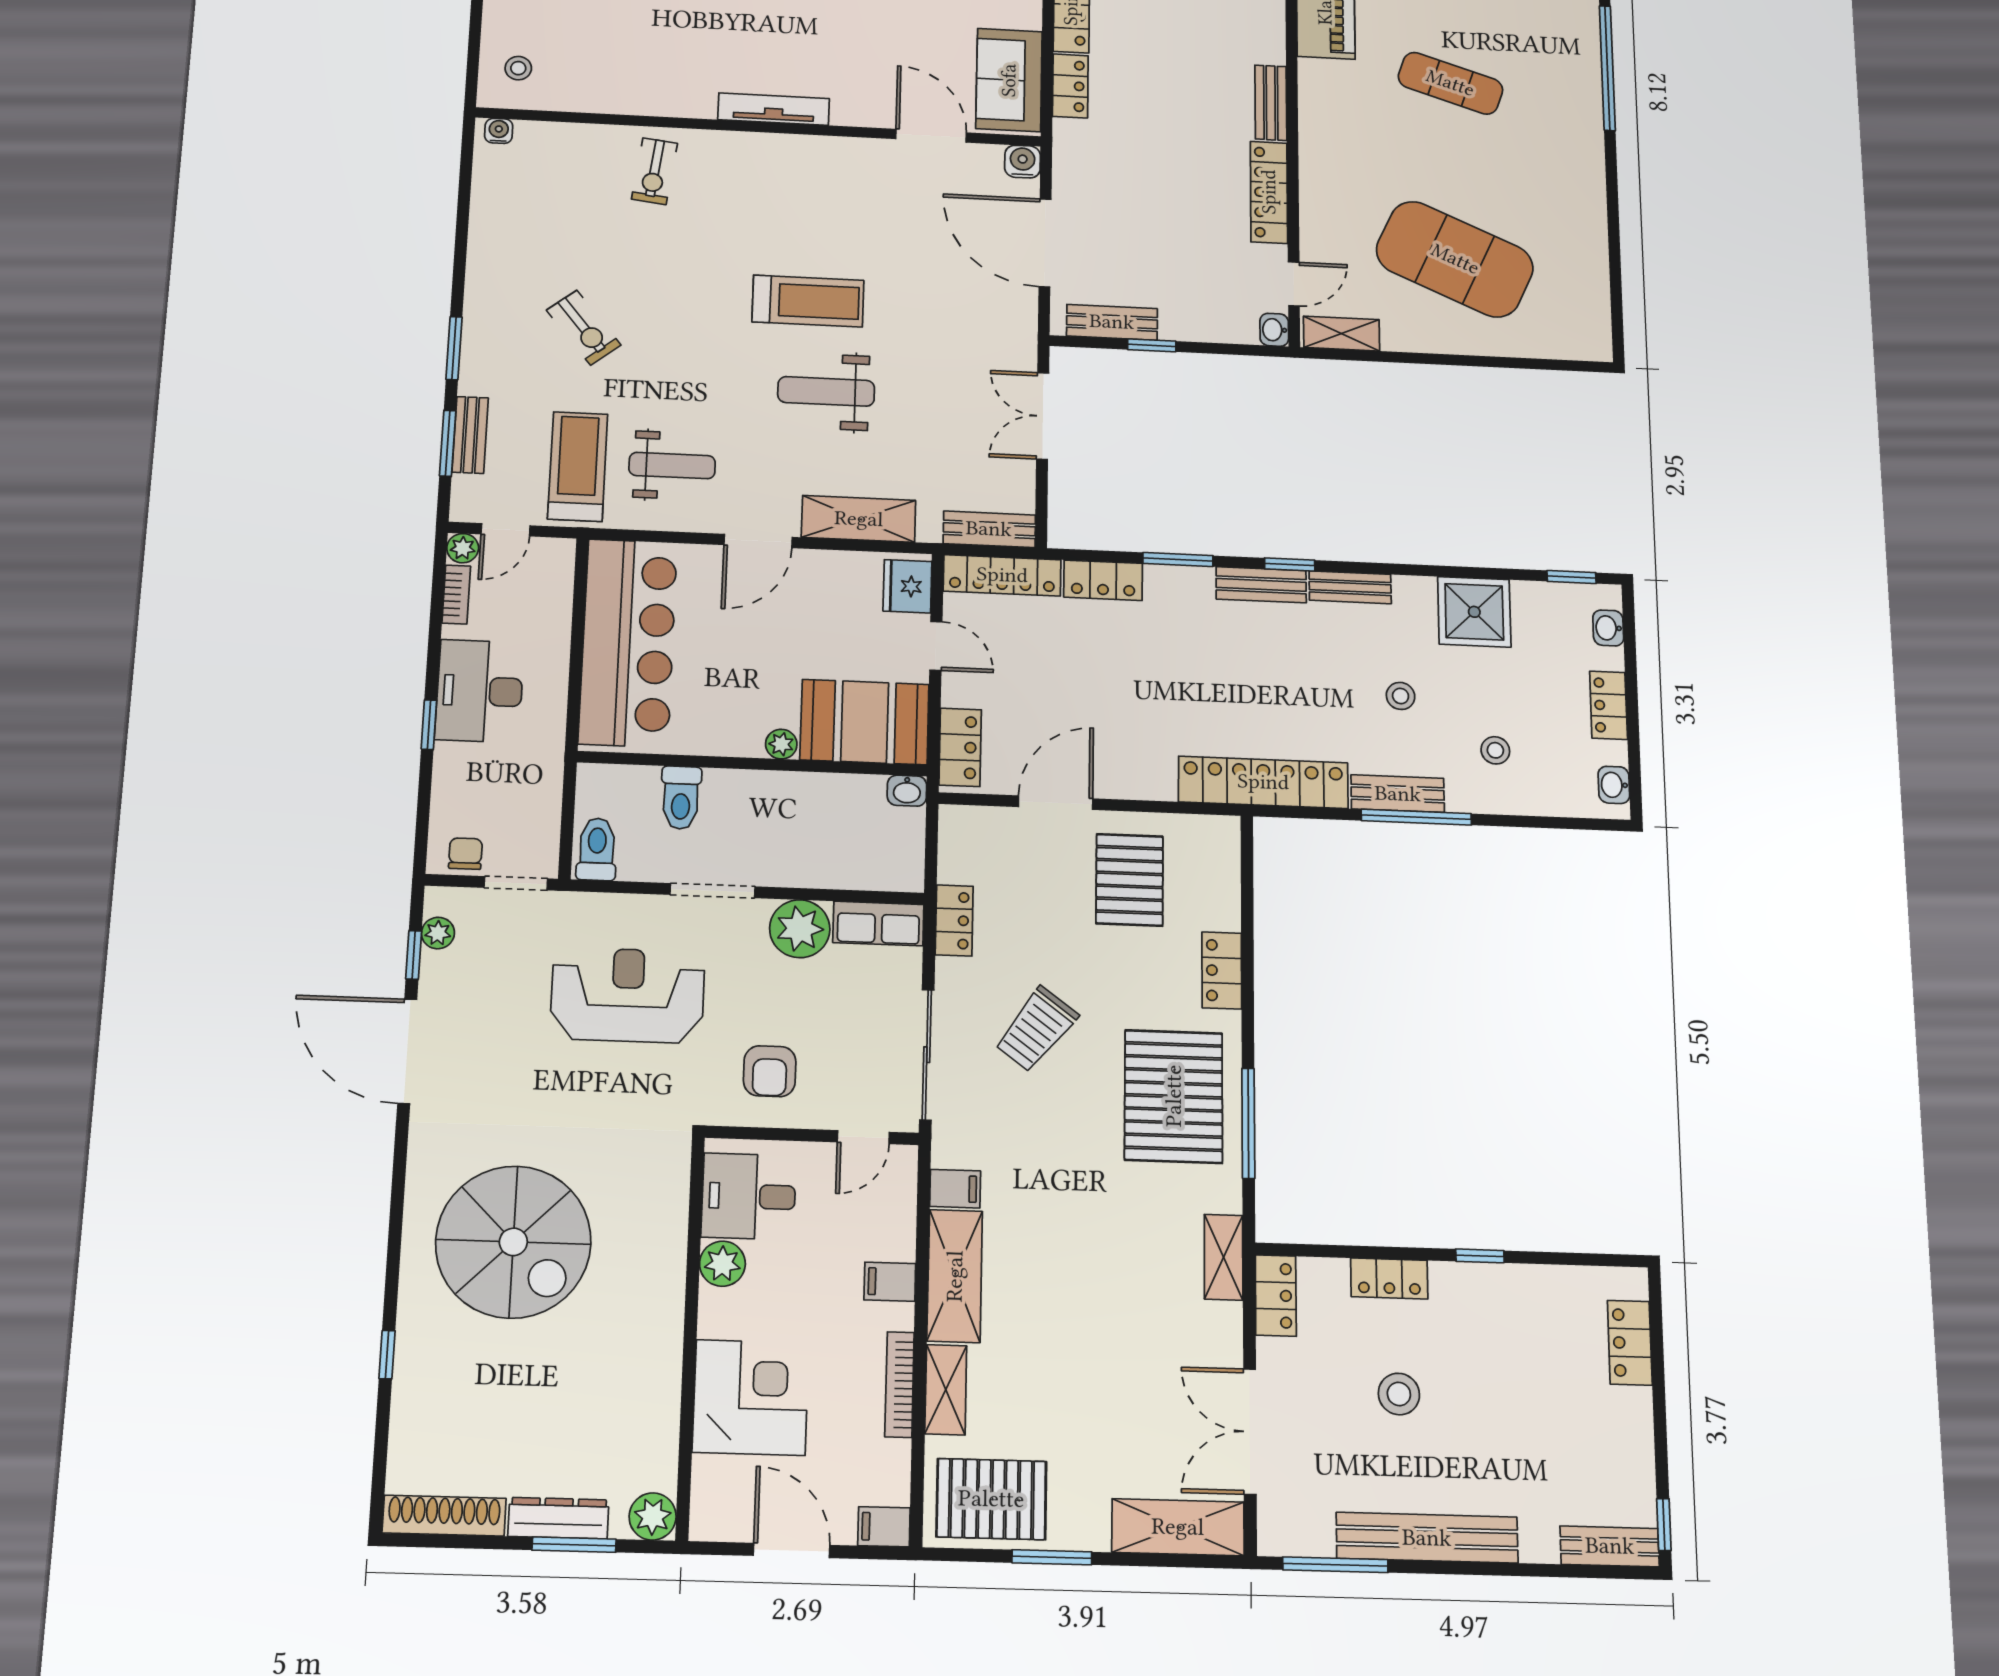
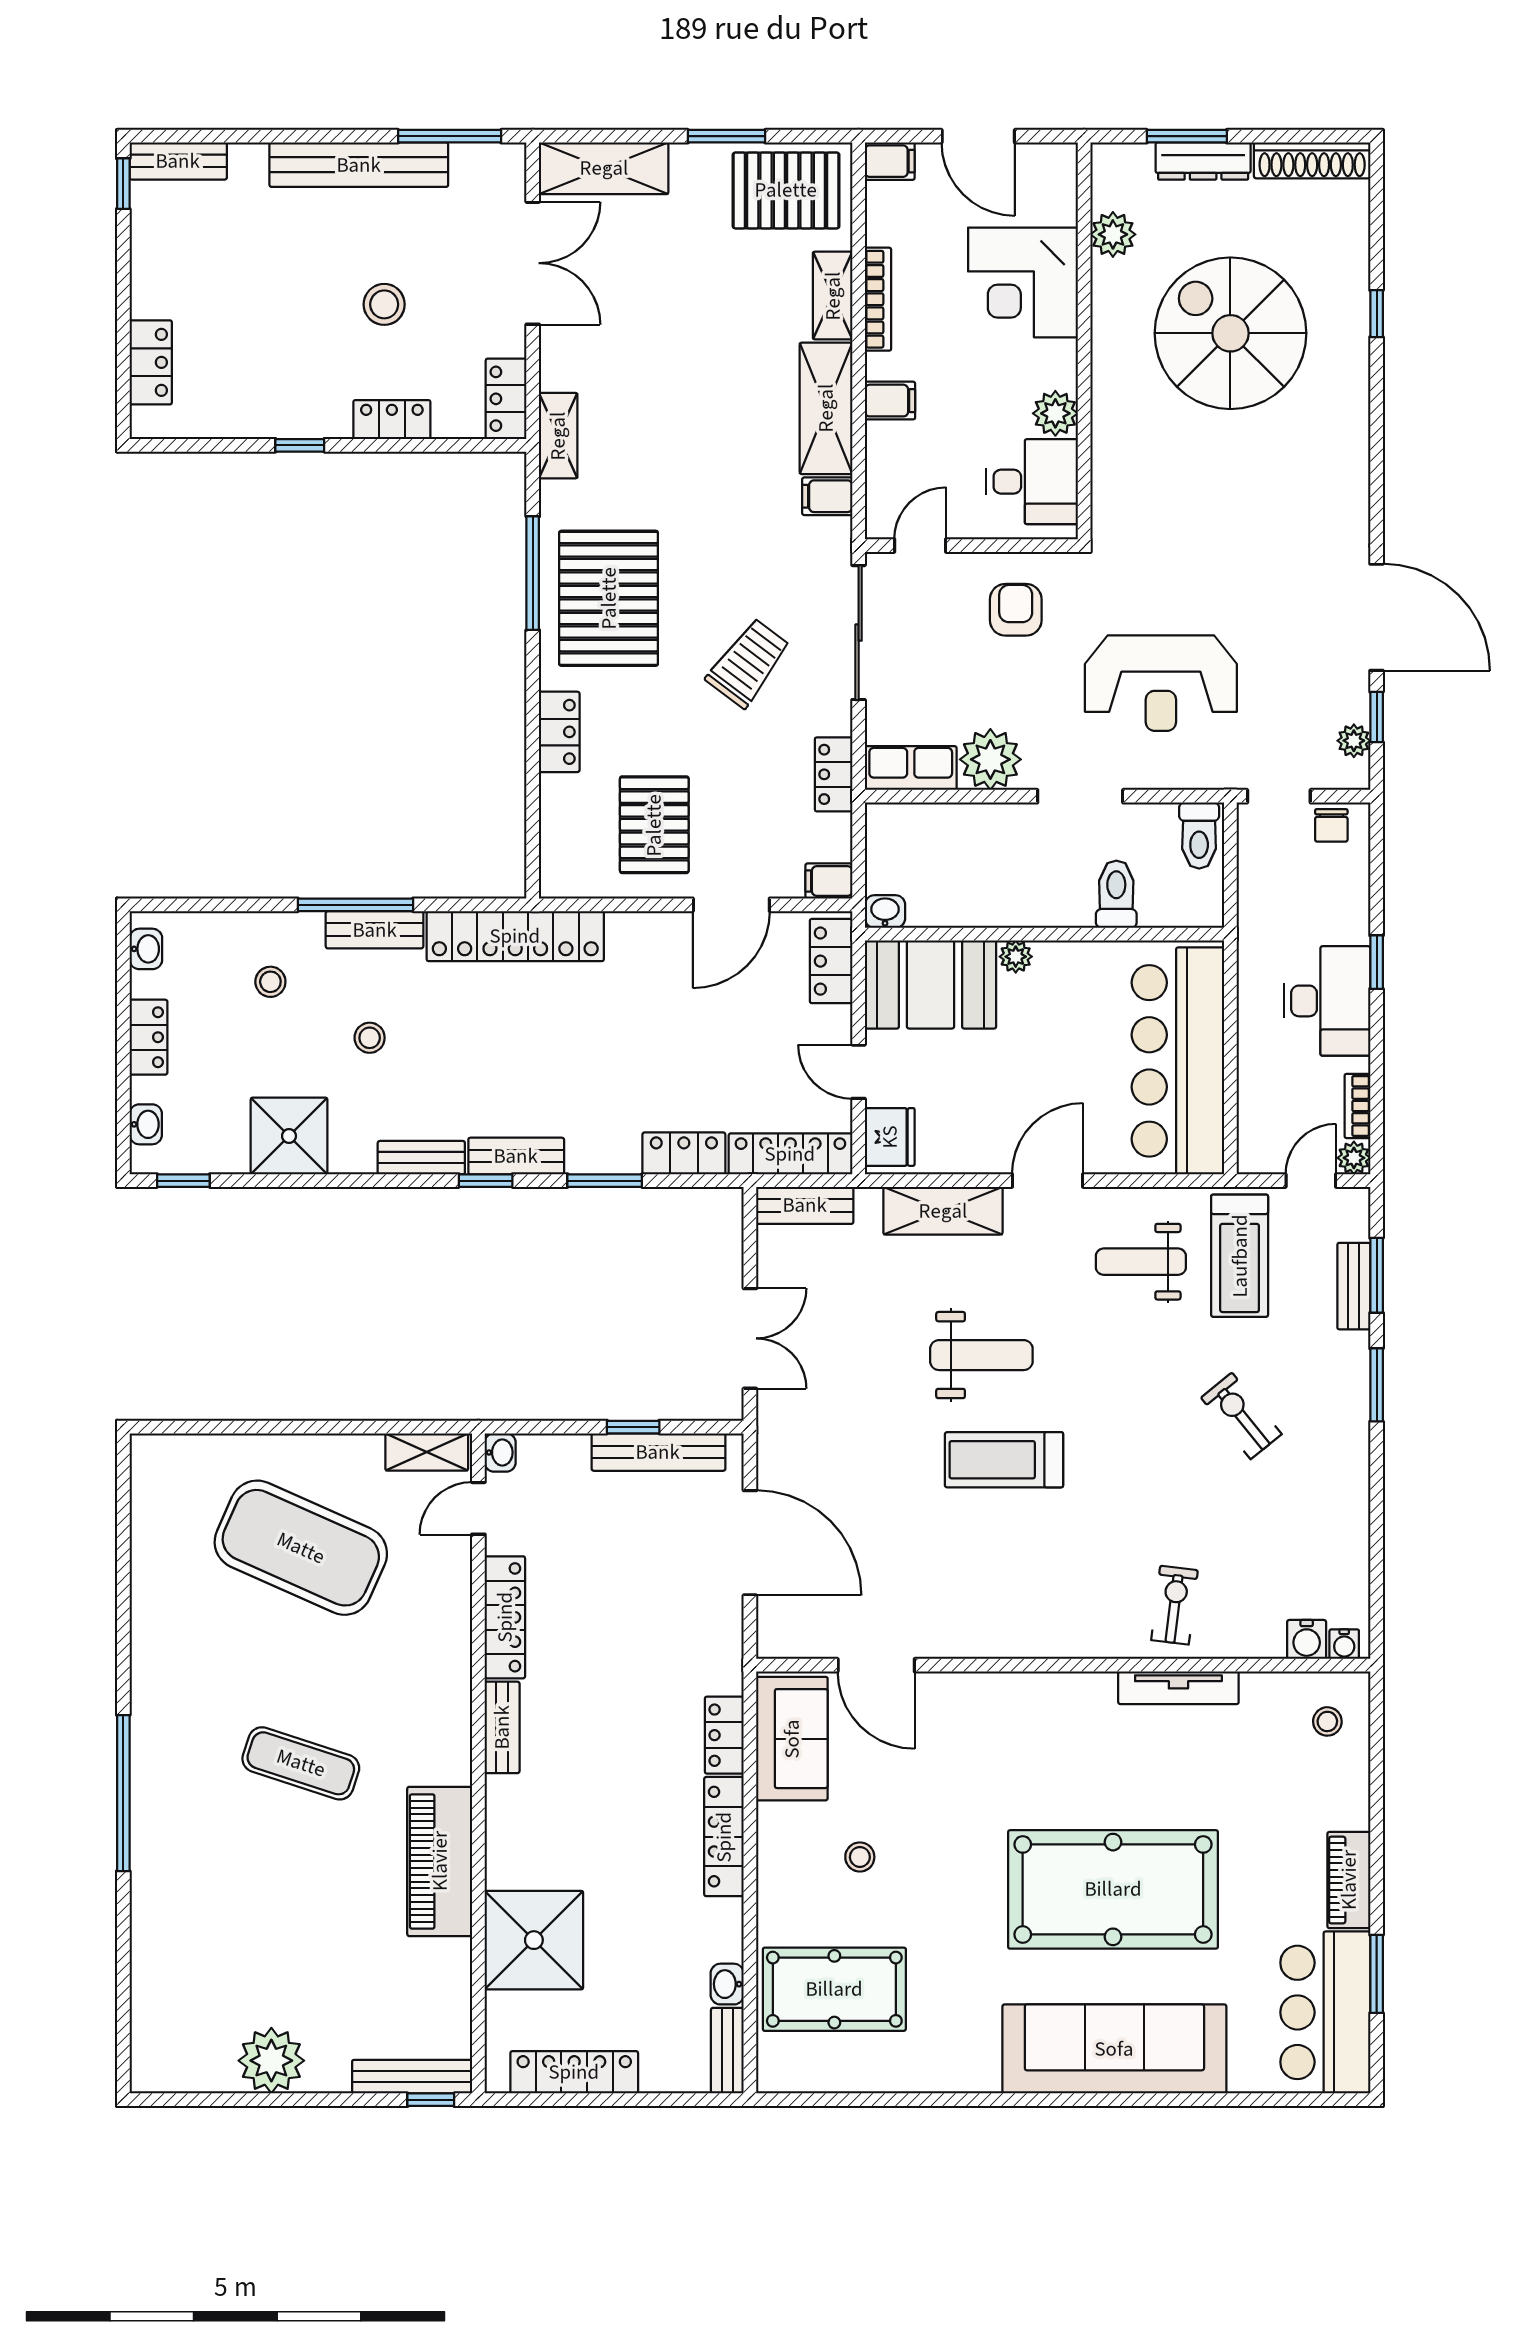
tv unit: (774, 109) -> (1178, 1688), moved
water cooler: (1023, 162) -> (1307, 1639), moved
bench: (1112, 322) -> (658, 1452), width x1.36
filing cabinet: (961, 821) -> (829, 881), added
spiral stairs: (513, 1242) -> (1230, 333), moved
plant: (653, 1516) -> (1113, 234), moved

